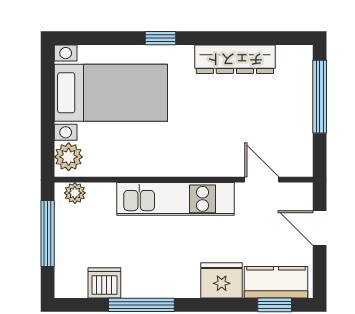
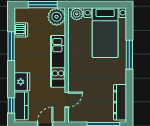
window: (160, 38) -> (129, 55), width x2.17
dresser: (235, 59) -> (120, 102), moved
plant: (75, 193) -> (57, 17), width x1.88, depth x1.88

